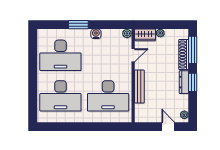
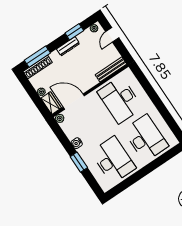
shoe rack: (184, 54) -> (38, 67), moved
door: (133, 55) -> (74, 102), width x1.87
window: (193, 82) -> (74, 32), moved
bench: (139, 87) -> (111, 69), moved
desk: (108, 96) -> (120, 100), turned 180

